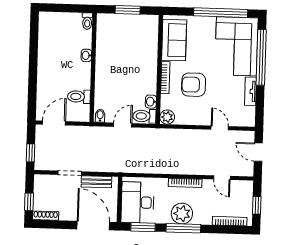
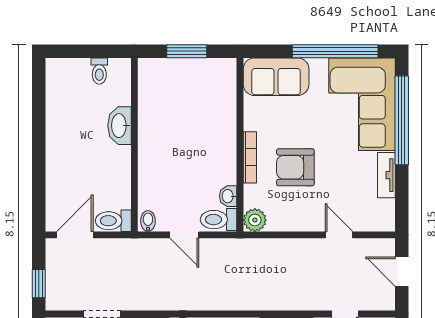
toilet: (87, 21) -> (99, 71), moved
sofa: (174, 40) -> (276, 77), moved, turned 90
washbasin: (86, 55) -> (120, 126), width x1.91, depth x1.45
toilet: (79, 97) -> (113, 221), moved
door: (123, 125) -> (184, 235), swing flipped

